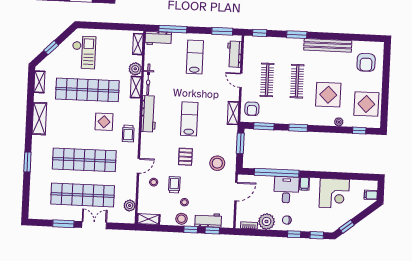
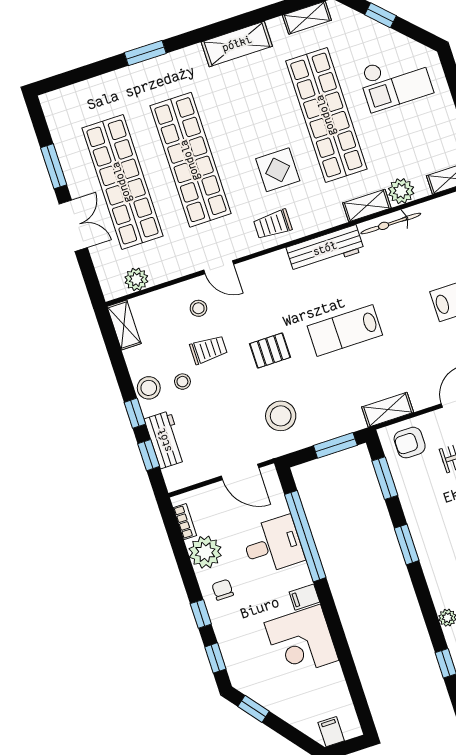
lab bench: (189, 119) -> (345, 330), turned 180
desk: (286, 190) -> (273, 545), moved
corner desk: (334, 193) -> (301, 642), moved

